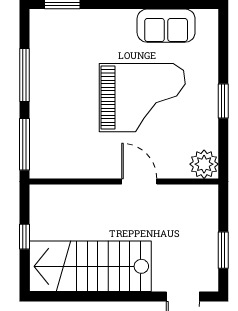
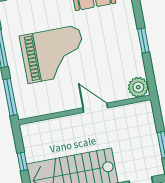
grand piano: (142, 98) -> (54, 54), moved

